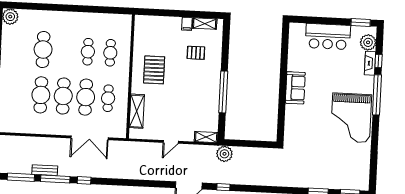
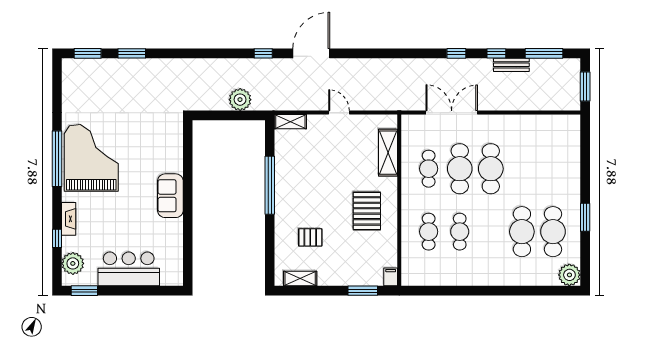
window: (160, 13) -> (363, 291), added
filing cabinet: (187, 24) -> (391, 277), moved
fireplace: (370, 63) -> (69, 219), moved
cafe table: (41, 95) -> (553, 232), moved
window: (377, 95) -> (57, 159), moved
door: (171, 142) -> (339, 113), hinge flipped
plant: (224, 154) -> (240, 100), moved
window: (55, 179) -> (496, 53), width x0.46

